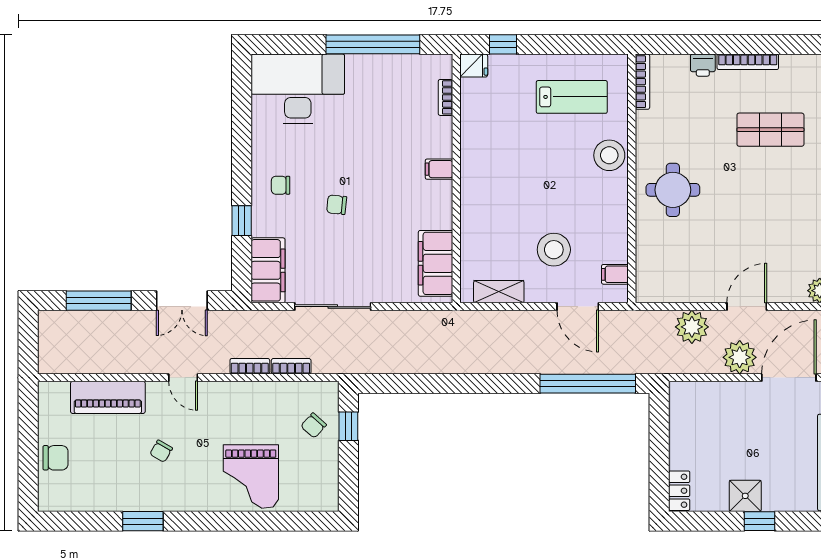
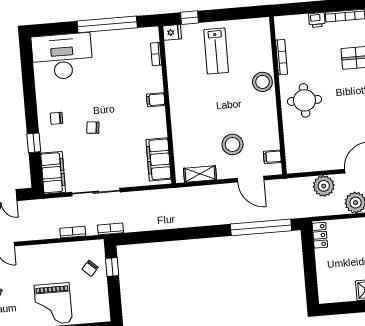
bookcase: (642, 82) -> (282, 57), moved
lab bench: (572, 97) -> (216, 51), moved, turned 90
bookcase: (250, 366) -> (111, 229), moved
locker: (679, 491) -> (320, 235), moved

